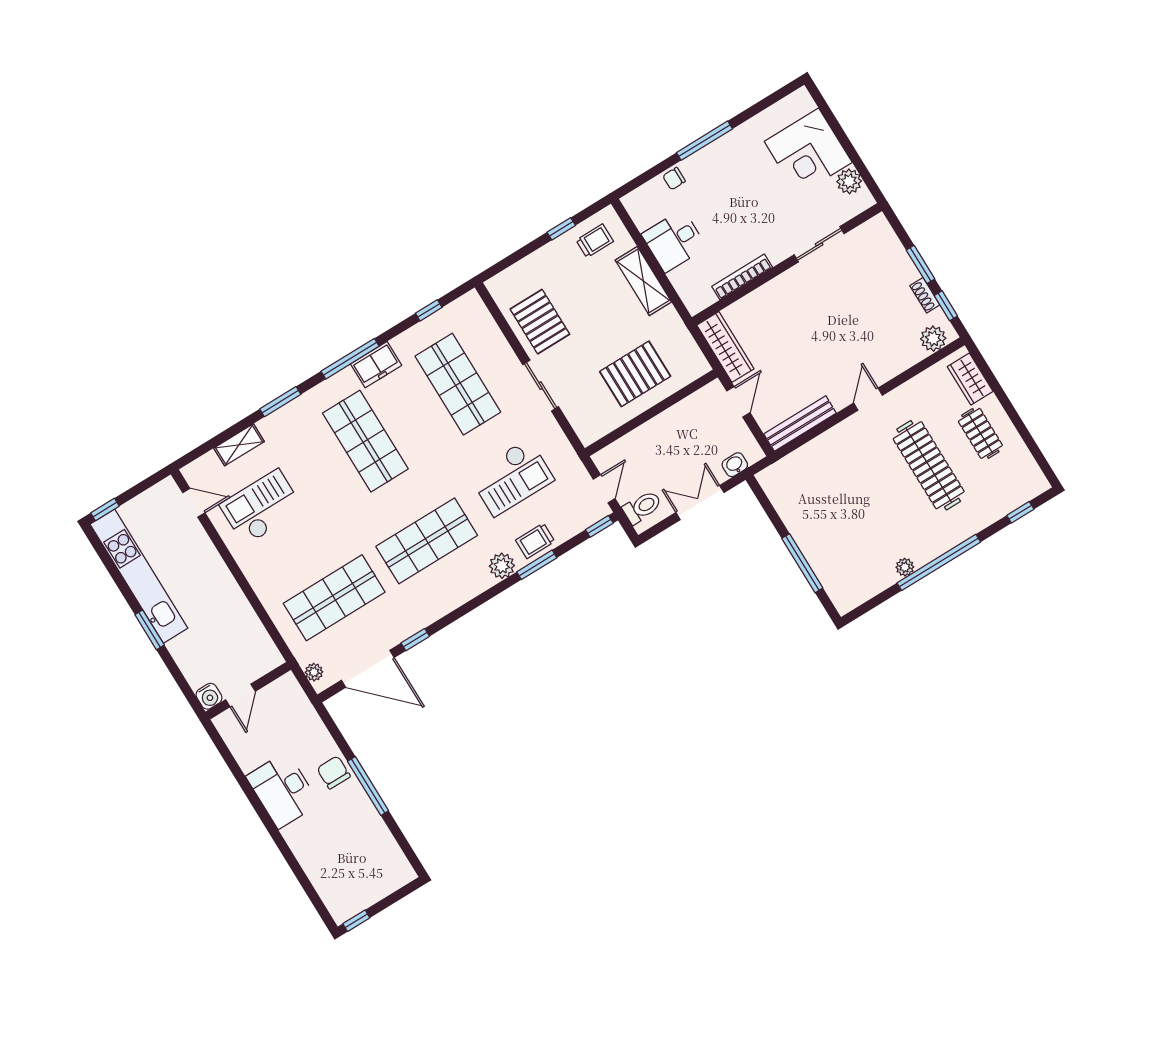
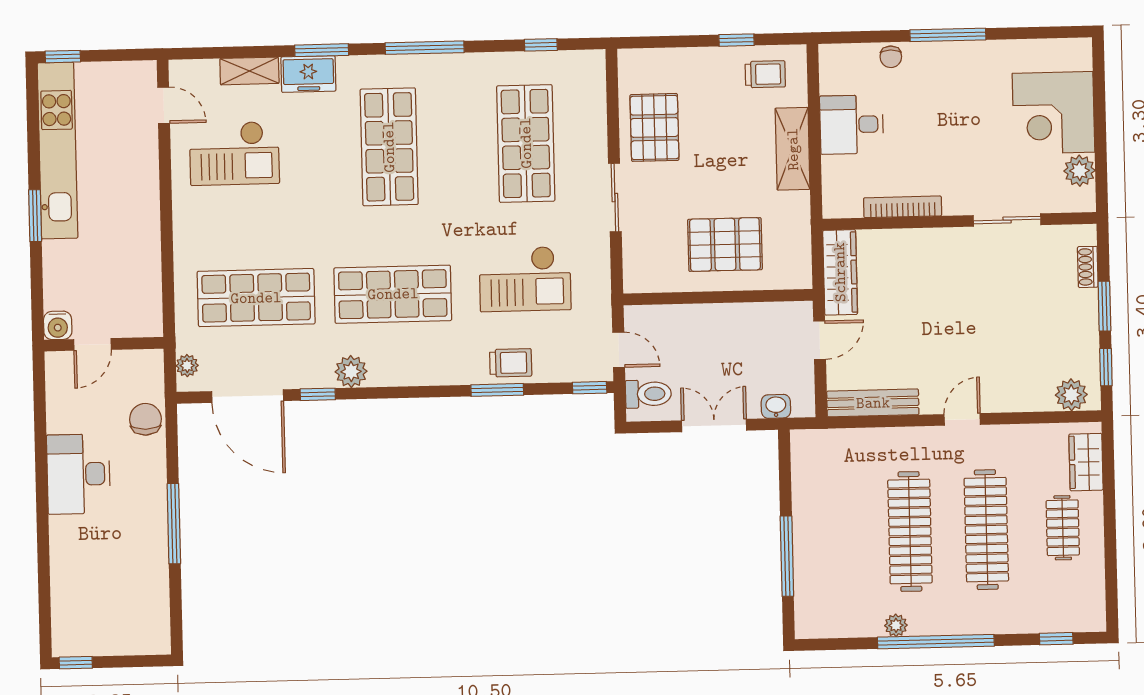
chair: (674, 179) -> (891, 57), turned -90
shoe rack: (925, 295) -> (1088, 267), moved
freezer: (376, 365) -> (308, 74), moved
door: (604, 489) -> (619, 350), hinge flipped
clothes rail: (877, 497) -> (910, 531), added
checkout: (262, 507) -> (234, 153), turned 180
trolley: (535, 541) -> (511, 363), turned 180
plant: (502, 566) -> (351, 372), moved
chair: (334, 772) -> (145, 419), moved

